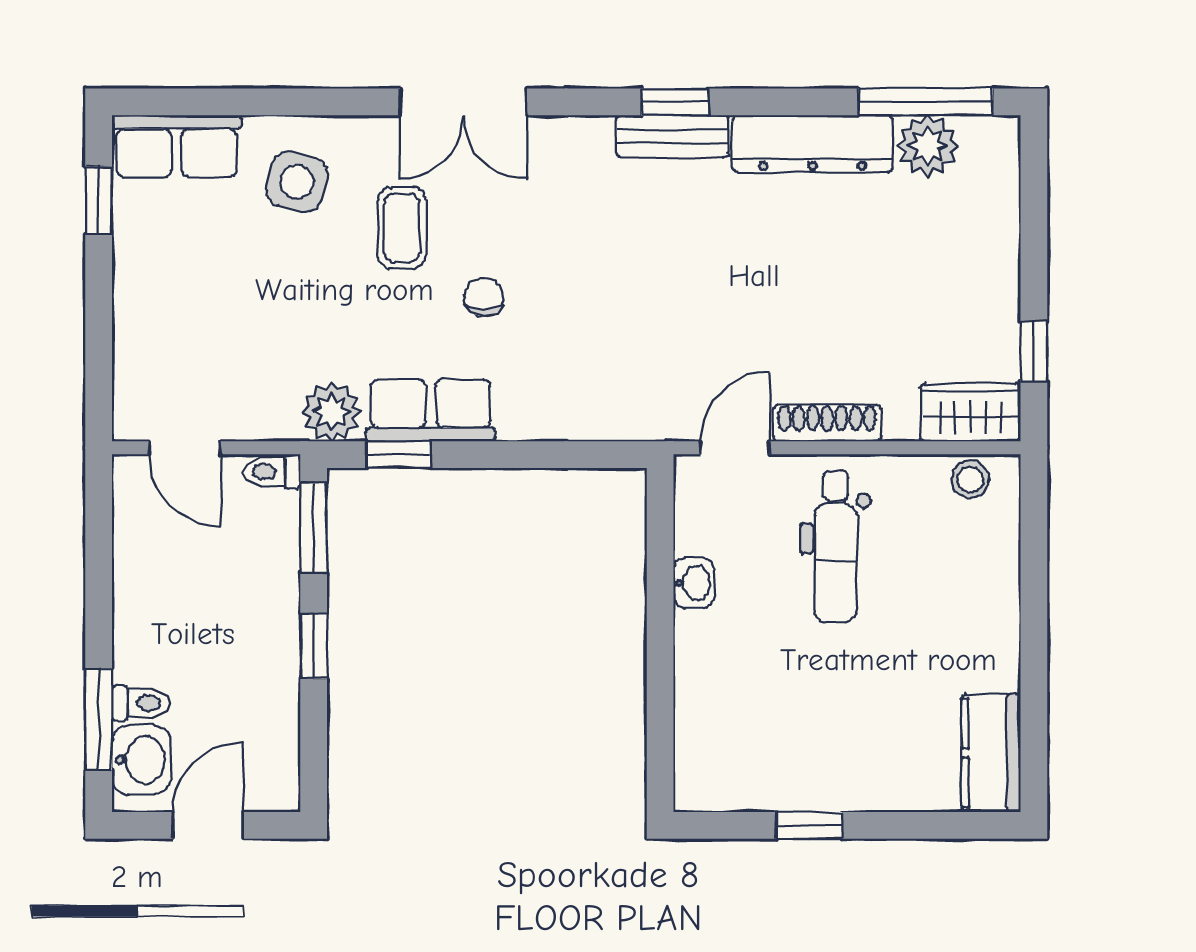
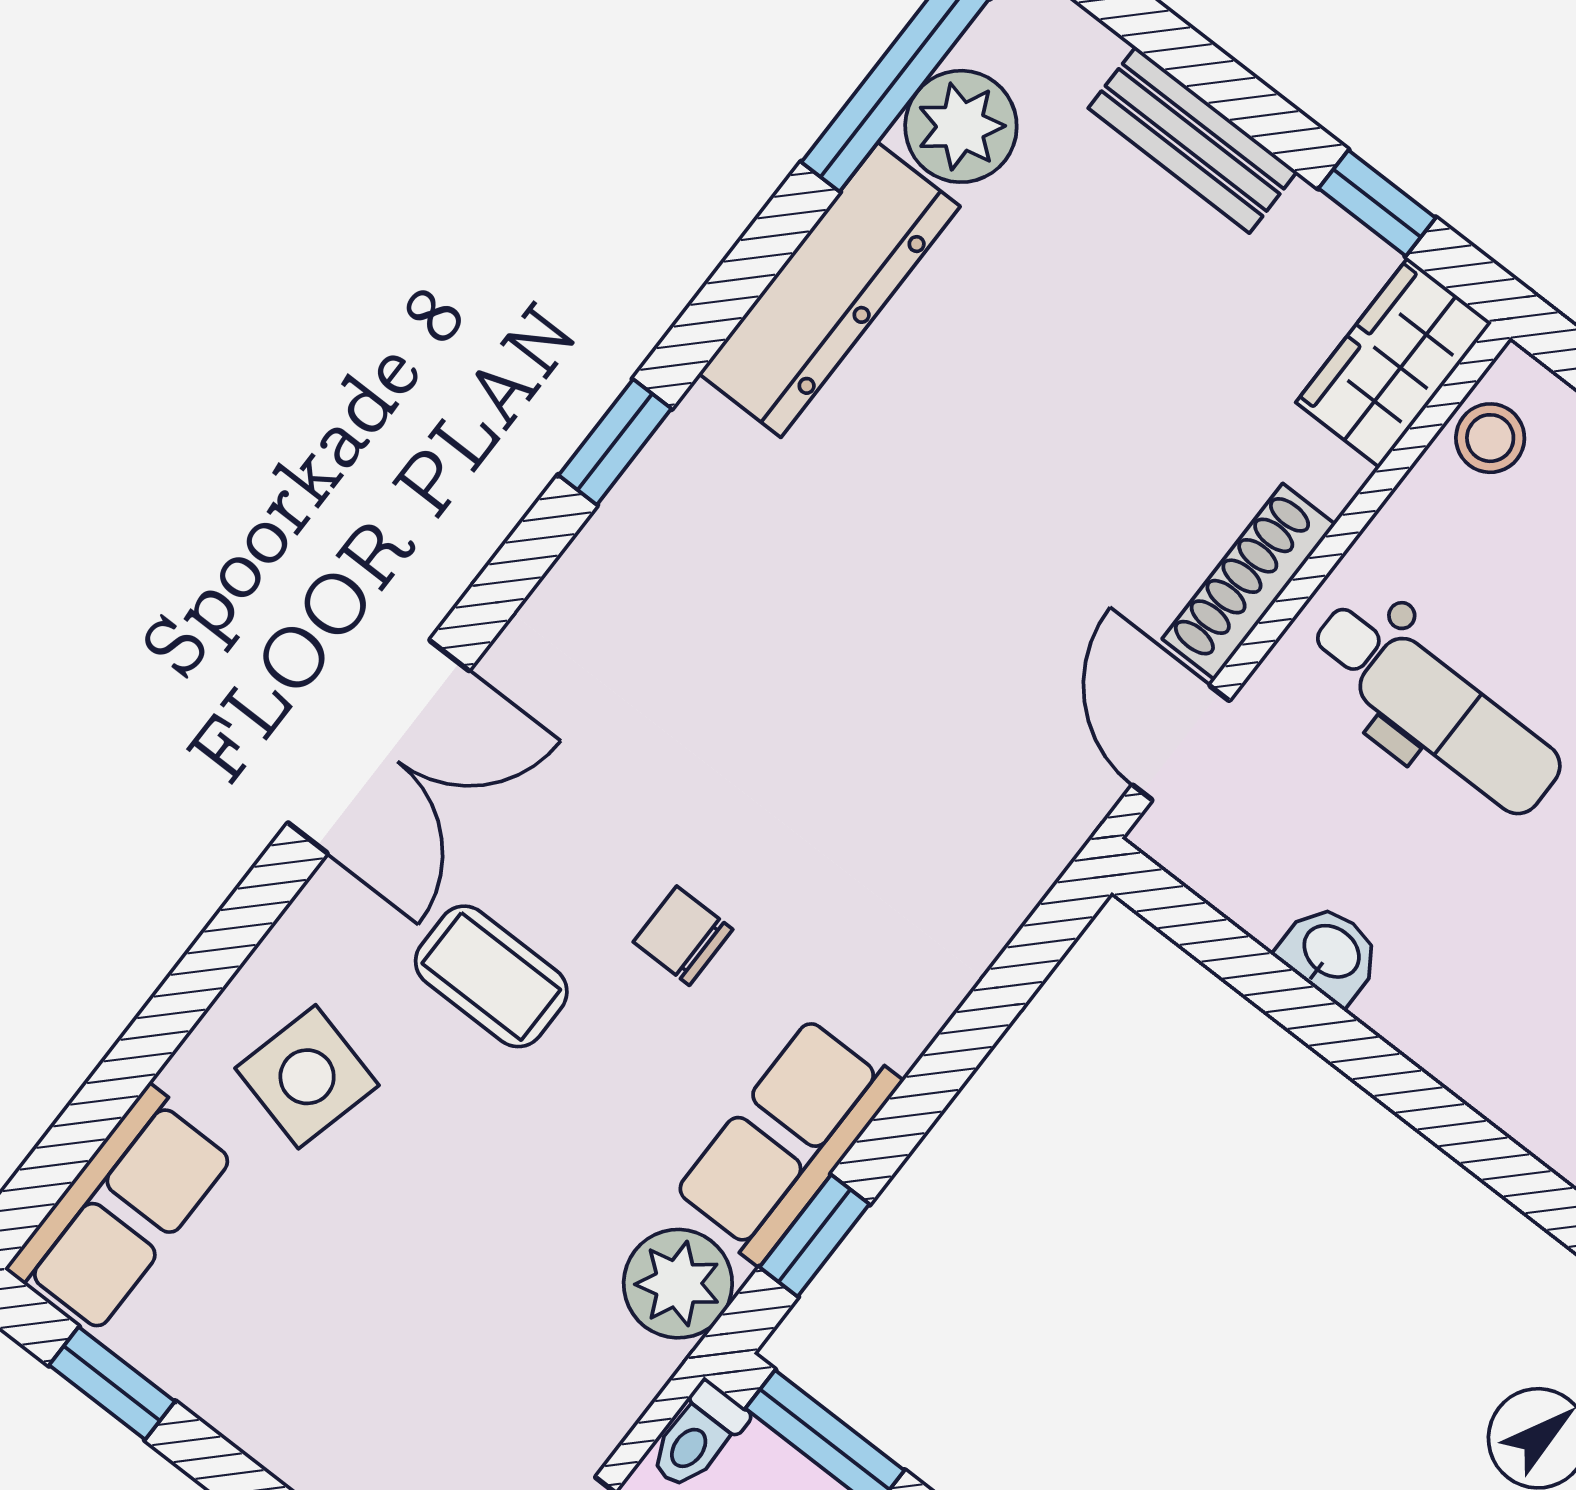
bench: (672, 136) -> (1193, 140), moved, turned 90

